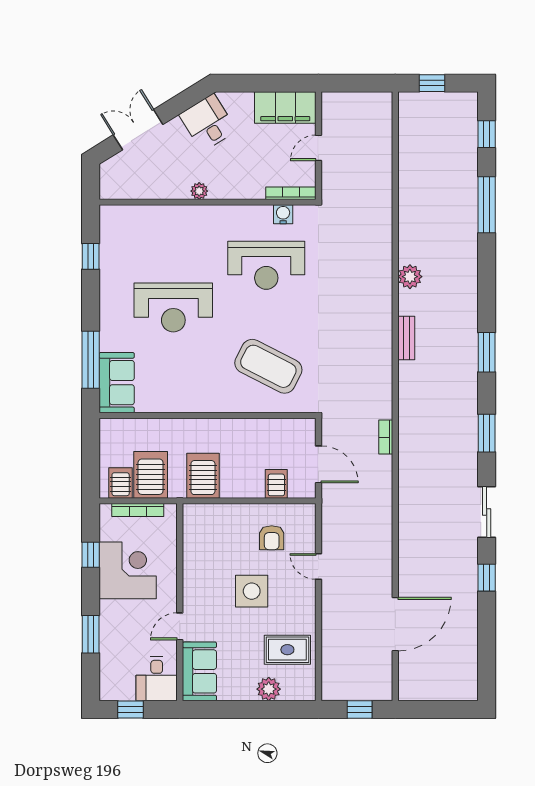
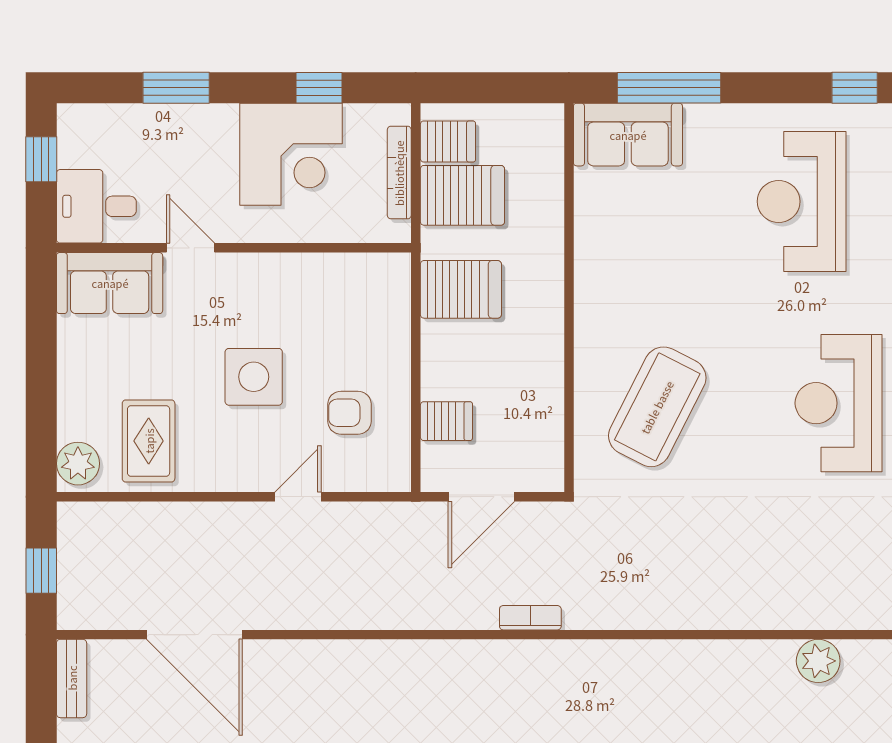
reception desk: (173, 307) -> (802, 201), moved
bench: (406, 338) -> (72, 678), moved, turned 90
plant: (269, 689) -> (78, 464), moved

